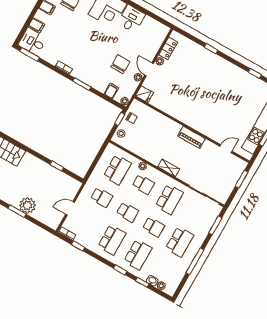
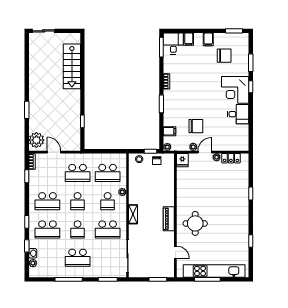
round table: (210, 115) -> (195, 223), added
school desk: (102, 197) -> (78, 173), width x1.85
plant: (27, 205) -> (36, 140), moved

